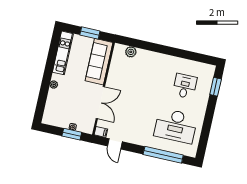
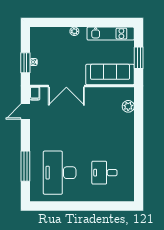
desk: (185, 86) -> (104, 173), turned 180
window: (216, 87) -> (111, 206), removed
window: (163, 155) -> (25, 166), width x0.68

